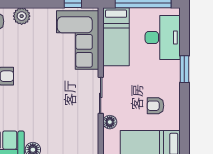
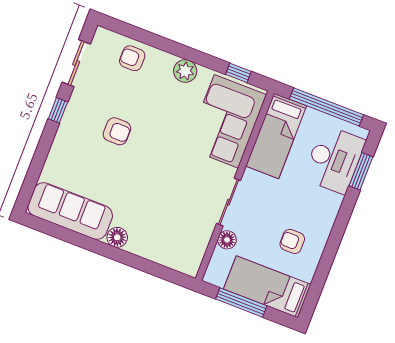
plant: (22, 16) -> (185, 71), moved
window: (184, 69) -> (361, 171), moved

